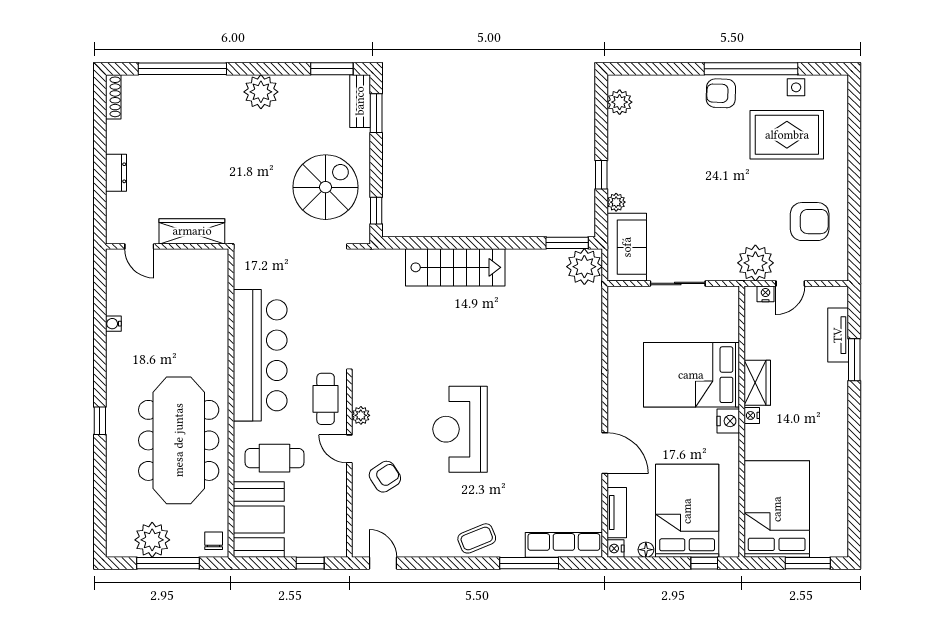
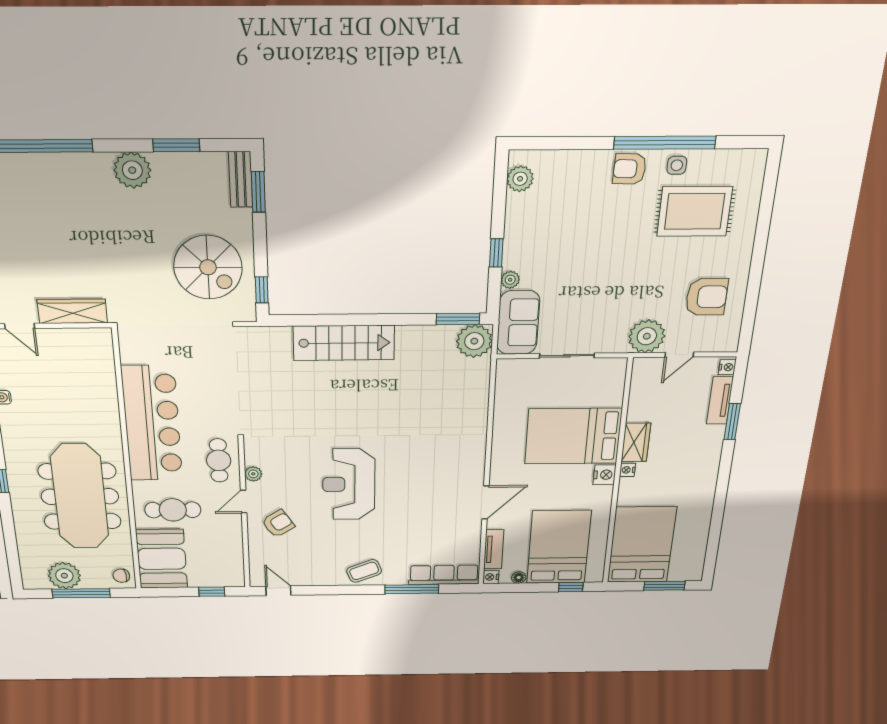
window: (332, 69) -> (176, 145), moved
side table: (796, 87) -> (677, 165), moved
spiral stairs: (326, 187) -> (208, 267), turned 90
nightstand: (765, 294) -> (727, 367), moved, turned 90
door: (349, 449) -> (244, 502), hinge flipped
door: (605, 453) -> (485, 502), hinge flipped
chair: (214, 541) -> (121, 576), turned -96

